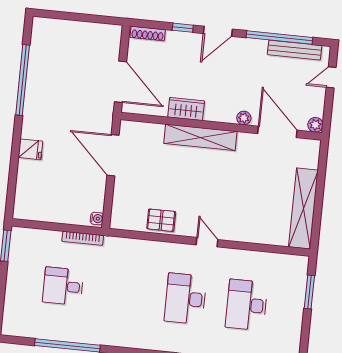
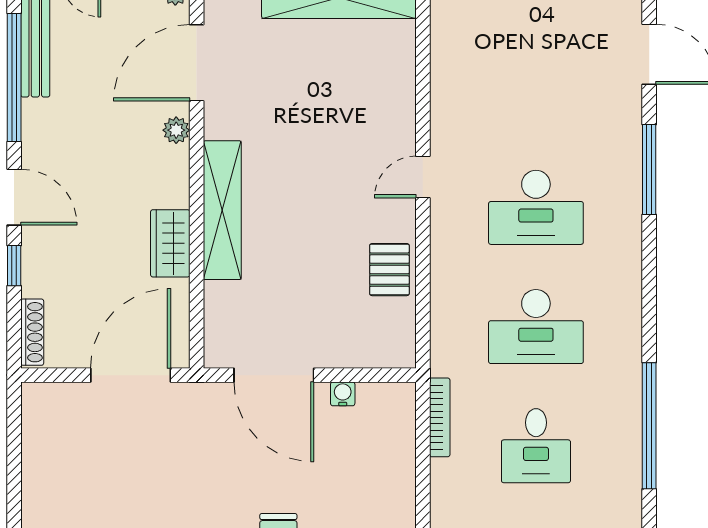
door: (113, 155) -> (274, 375), hinge flipped
water cooler: (97, 219) -> (343, 394), moved
desk: (247, 305) -> (536, 327), moved

